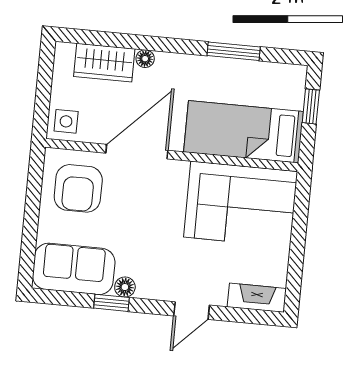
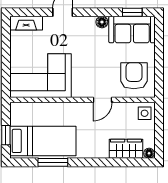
floor lamp: (145, 59) -> (149, 153), moved
bed: (244, 132) -> (43, 141), moved
door: (137, 152) -> (103, 100), width x0.53
window: (112, 303) -> (132, 12), moved

